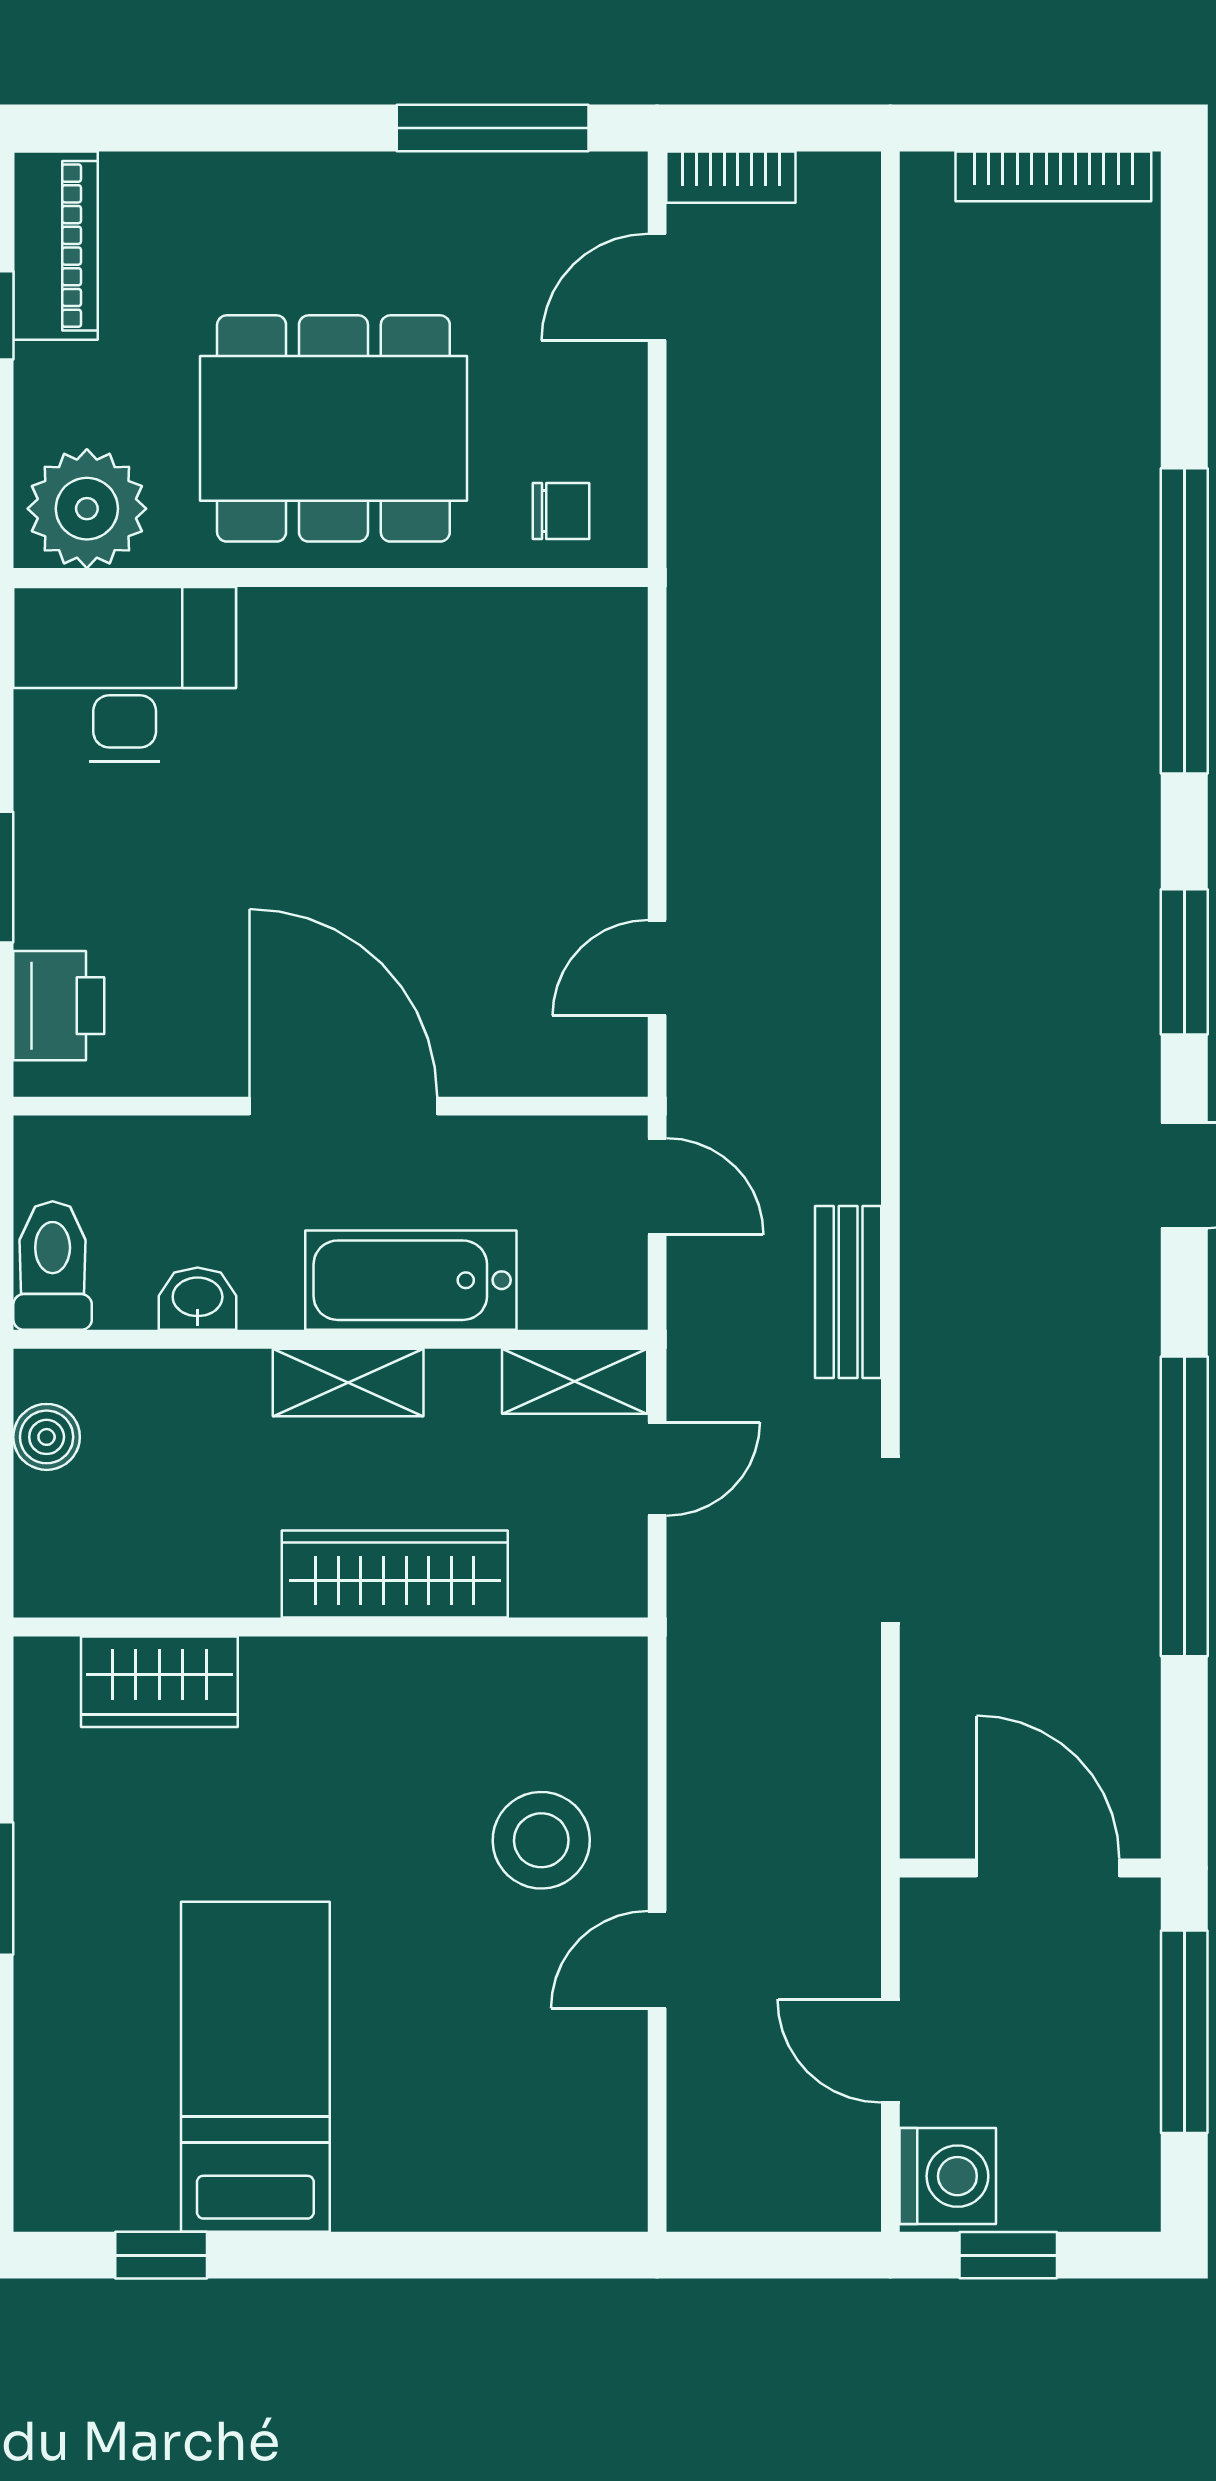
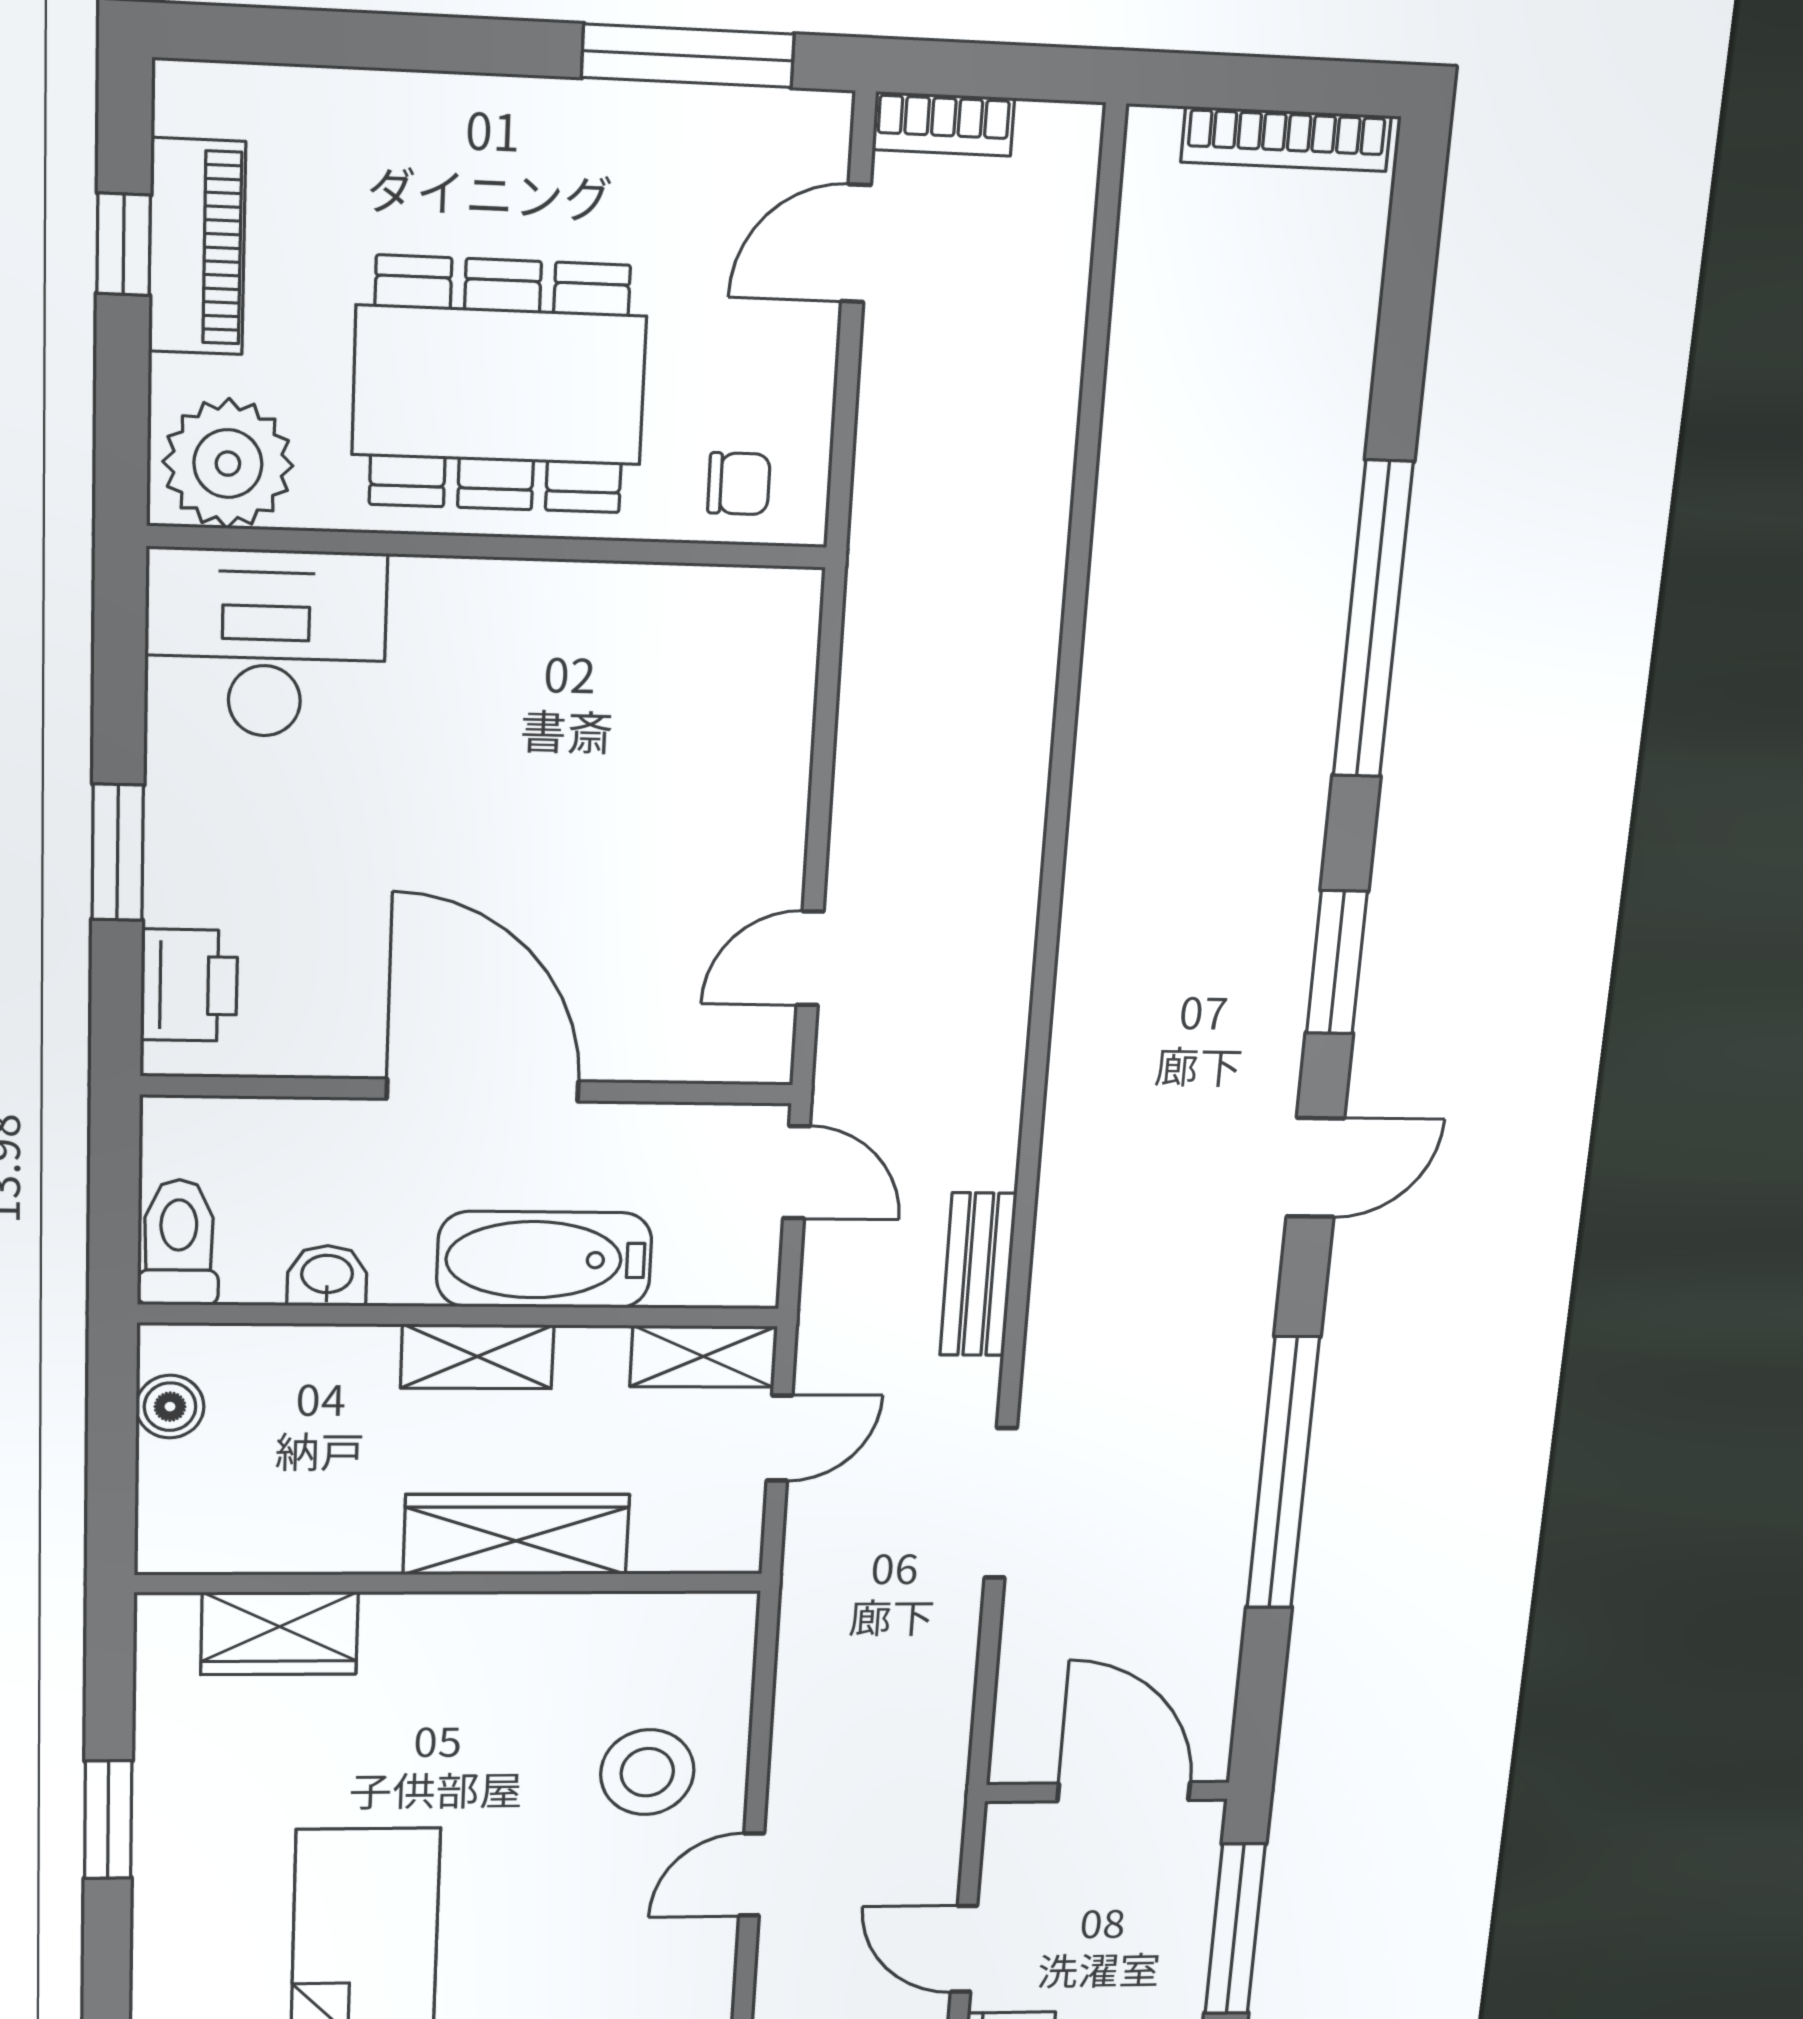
piano: (56, 246) -> (197, 247), moved

